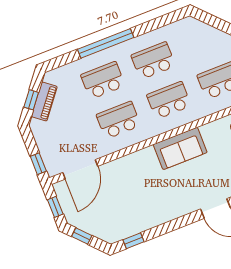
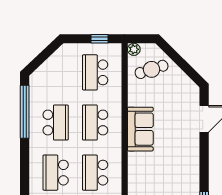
window: (106, 43) -> (25, 112), moved
school desk: (153, 61) -> (56, 122), turned 180

